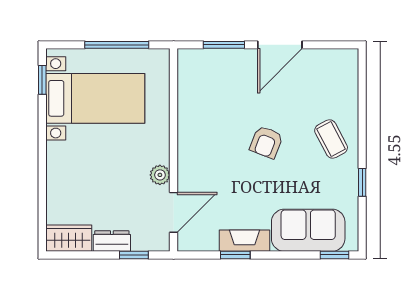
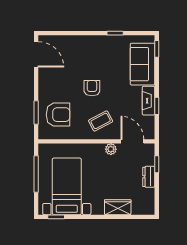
door: (280, 45) -> (36, 54), moved
armchair: (220, 83) -> (58, 115), added
coffee table: (331, 139) -> (101, 121), moved
armchair: (266, 142) -> (92, 88), turned -111
wardrobe: (69, 238) -> (118, 207), moved, turned 90

